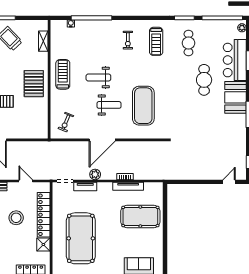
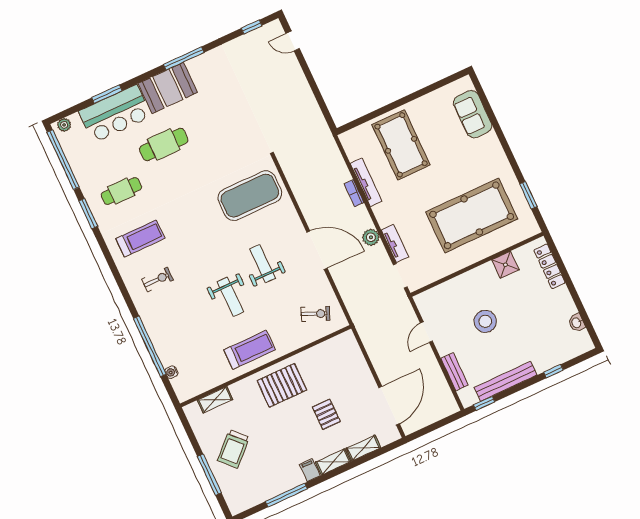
treadmill: (63, 74) -> (249, 350), turned 180
exercise mat: (143, 106) -> (250, 196), moved
locker: (44, 215) -> (463, 284), removed

